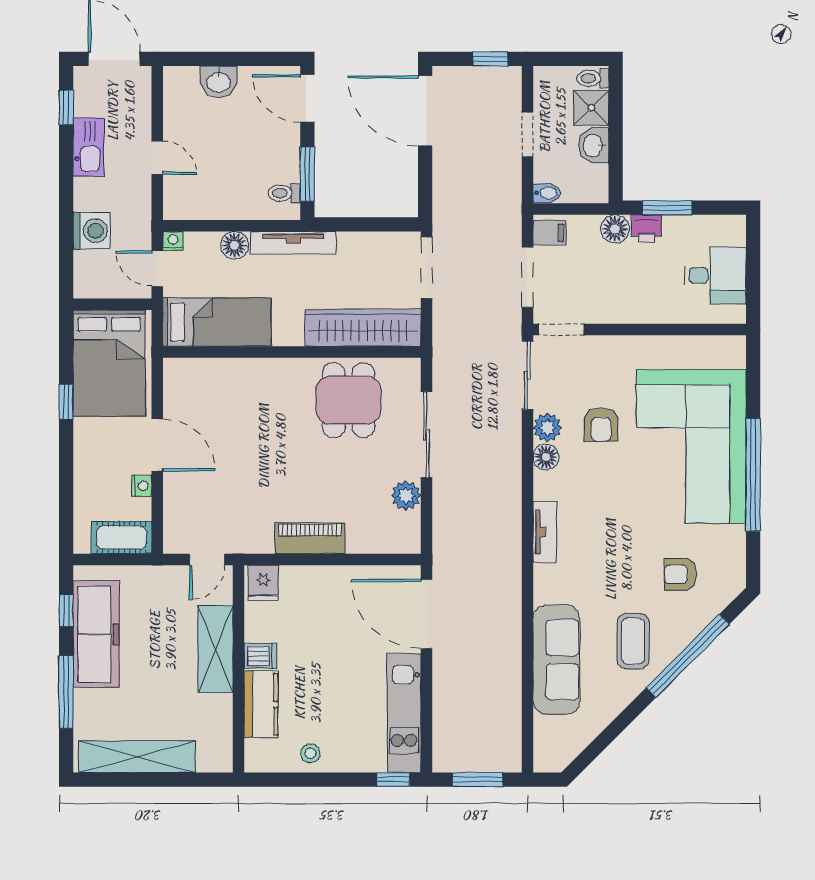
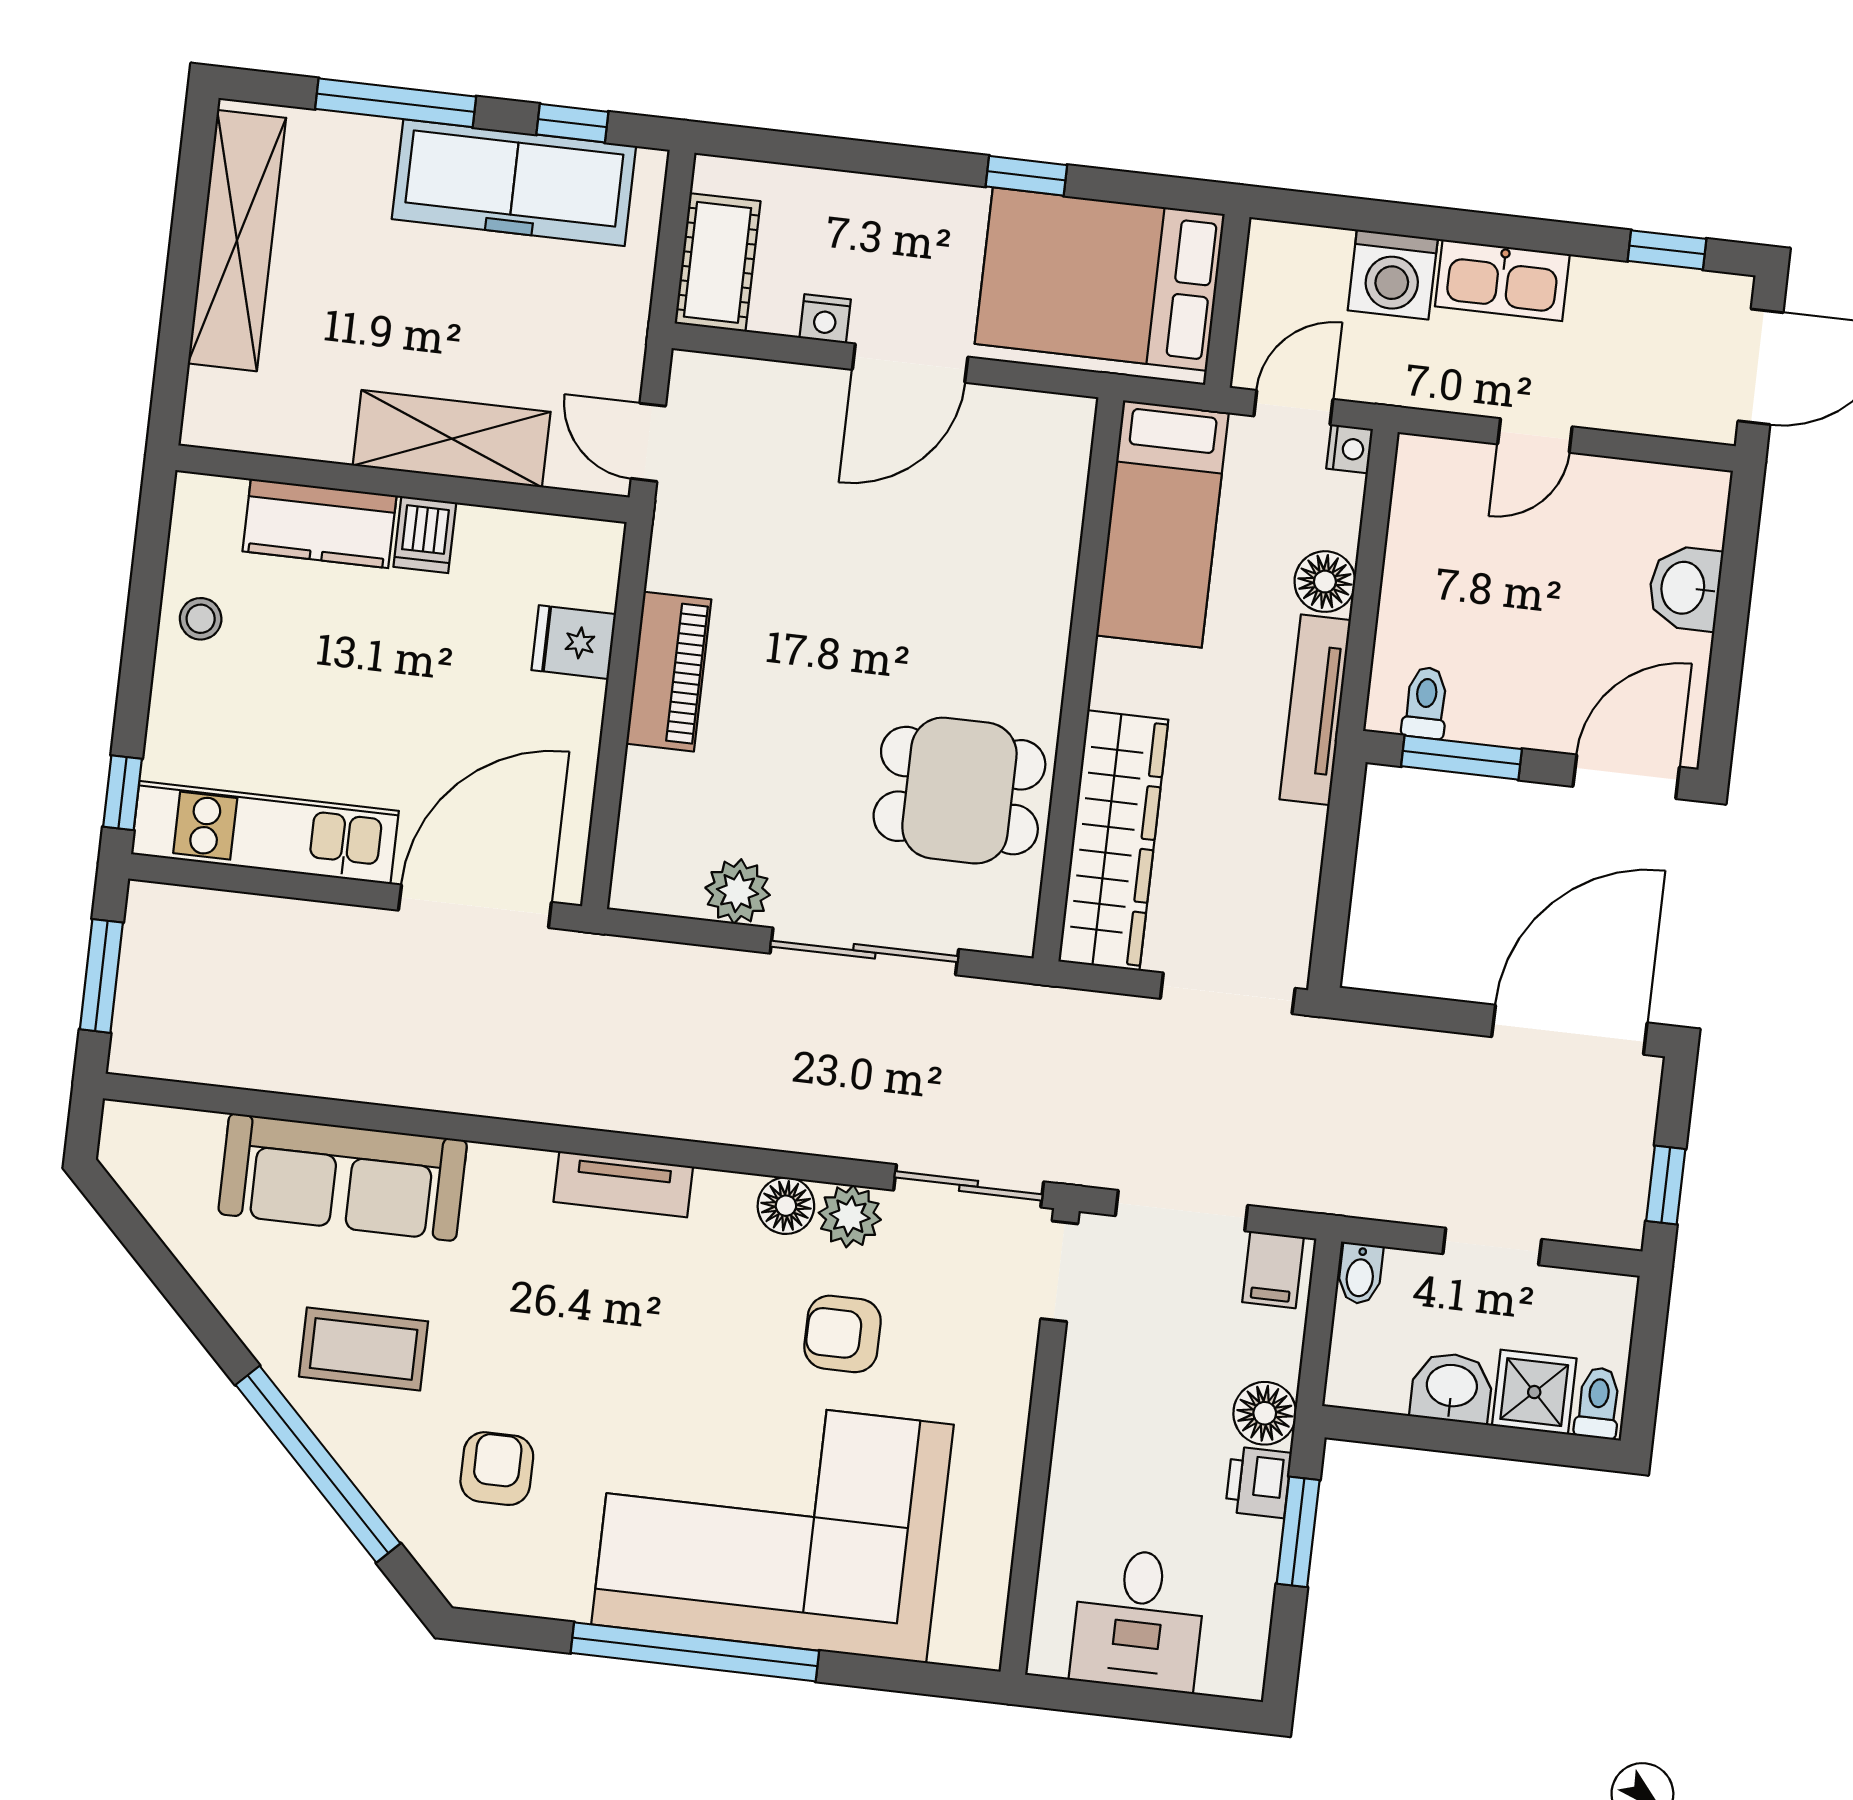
kitchen sink: (89, 147) -> (1502, 280), moved
fridge: (263, 583) -> (574, 642), moved

